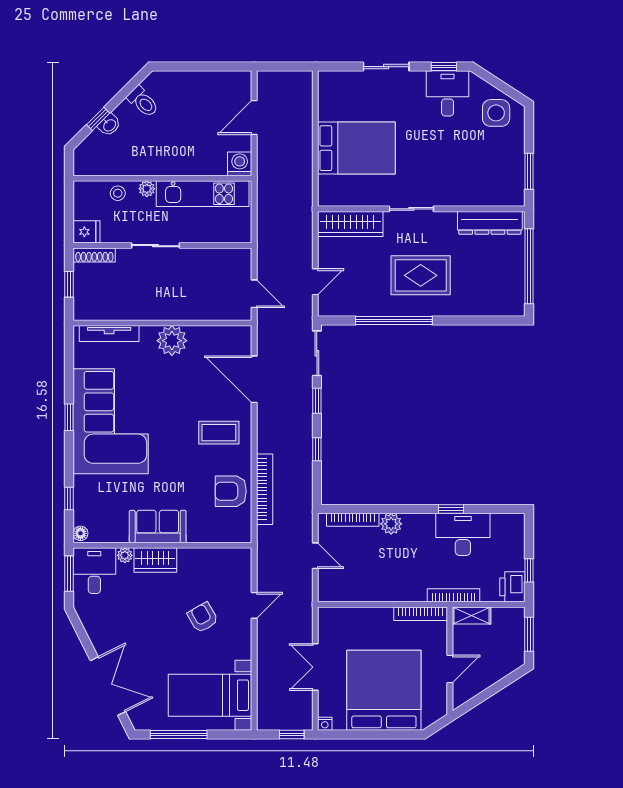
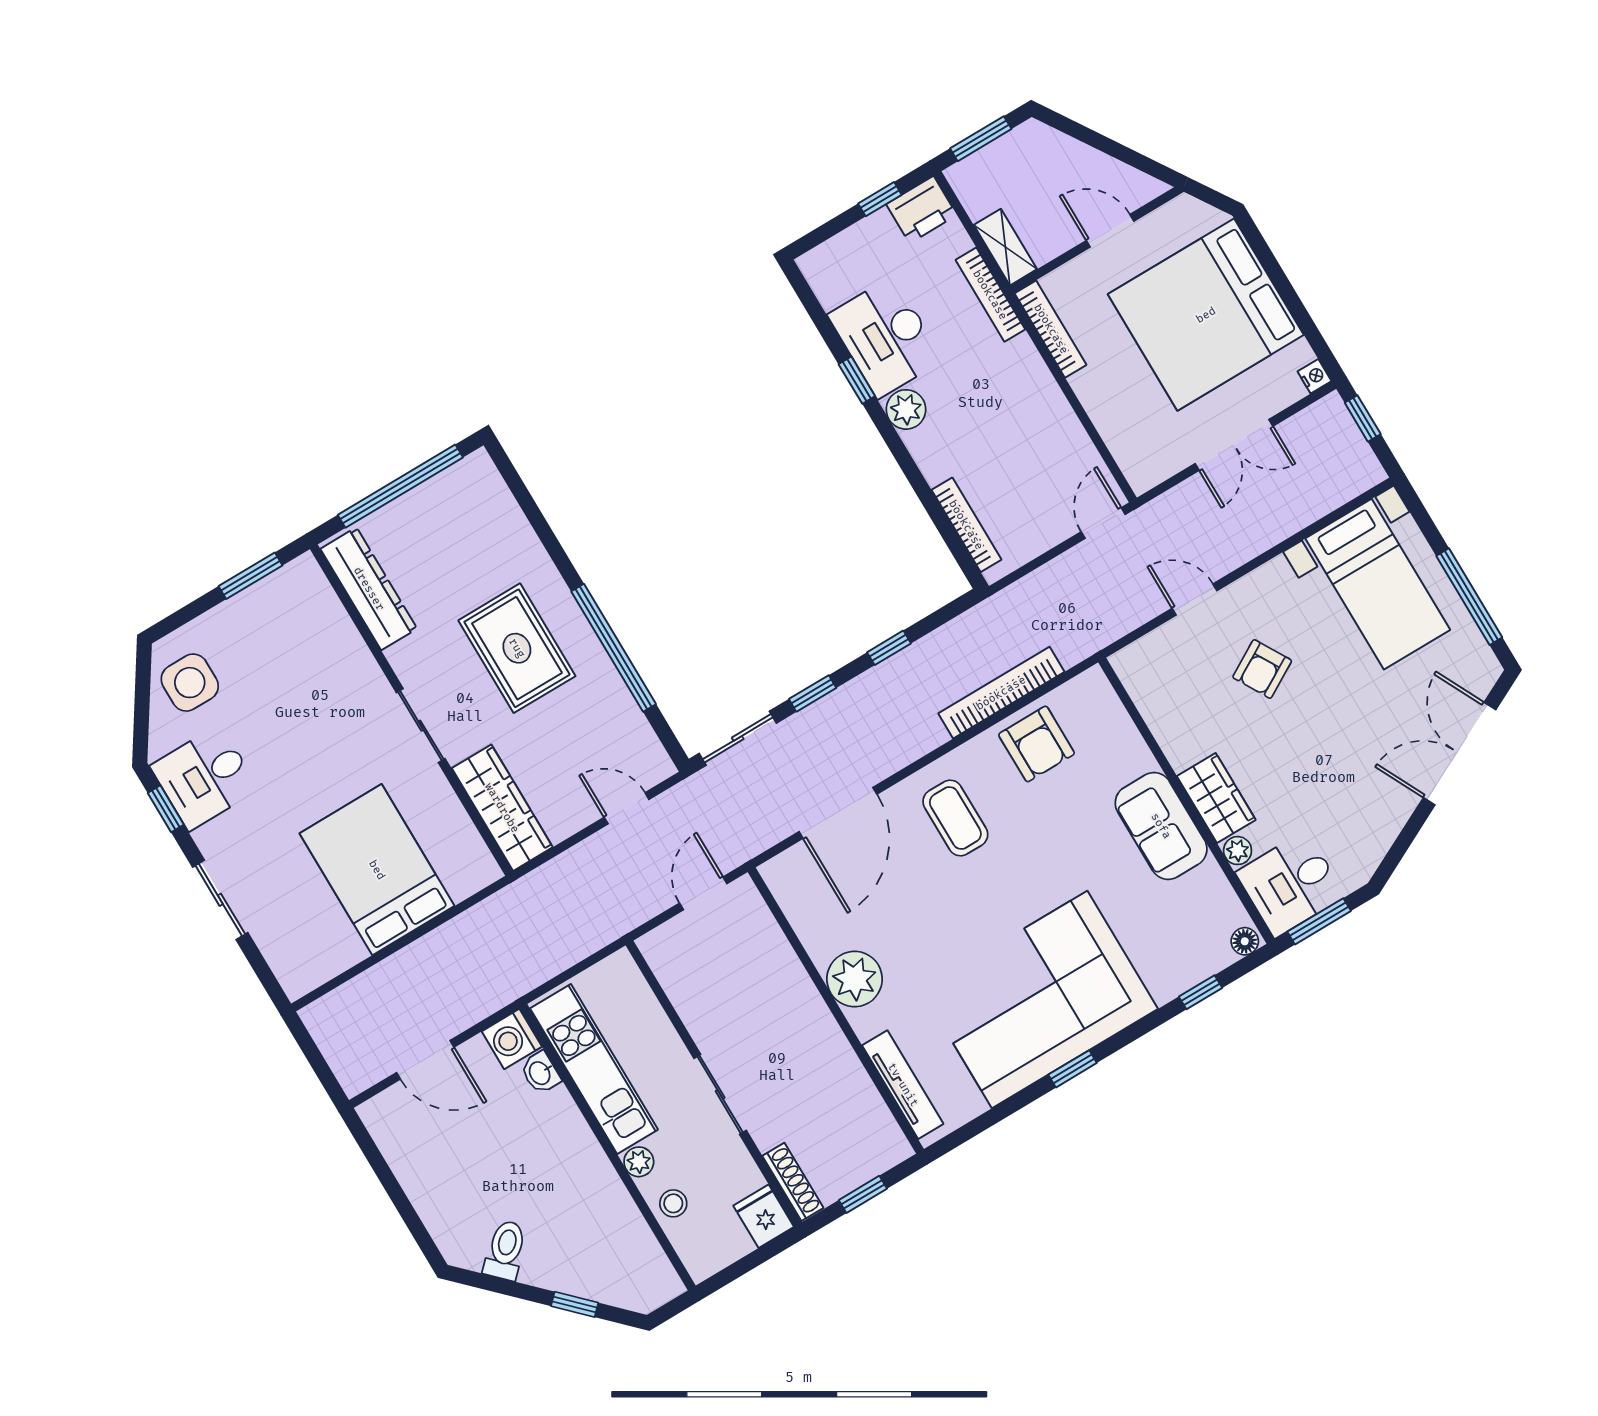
washbasin: (109, 125) -> (540, 1073), moved, turned -135
plant: (391, 524) -> (906, 409), moved
door: (315, 556) -> (1103, 523), moved

